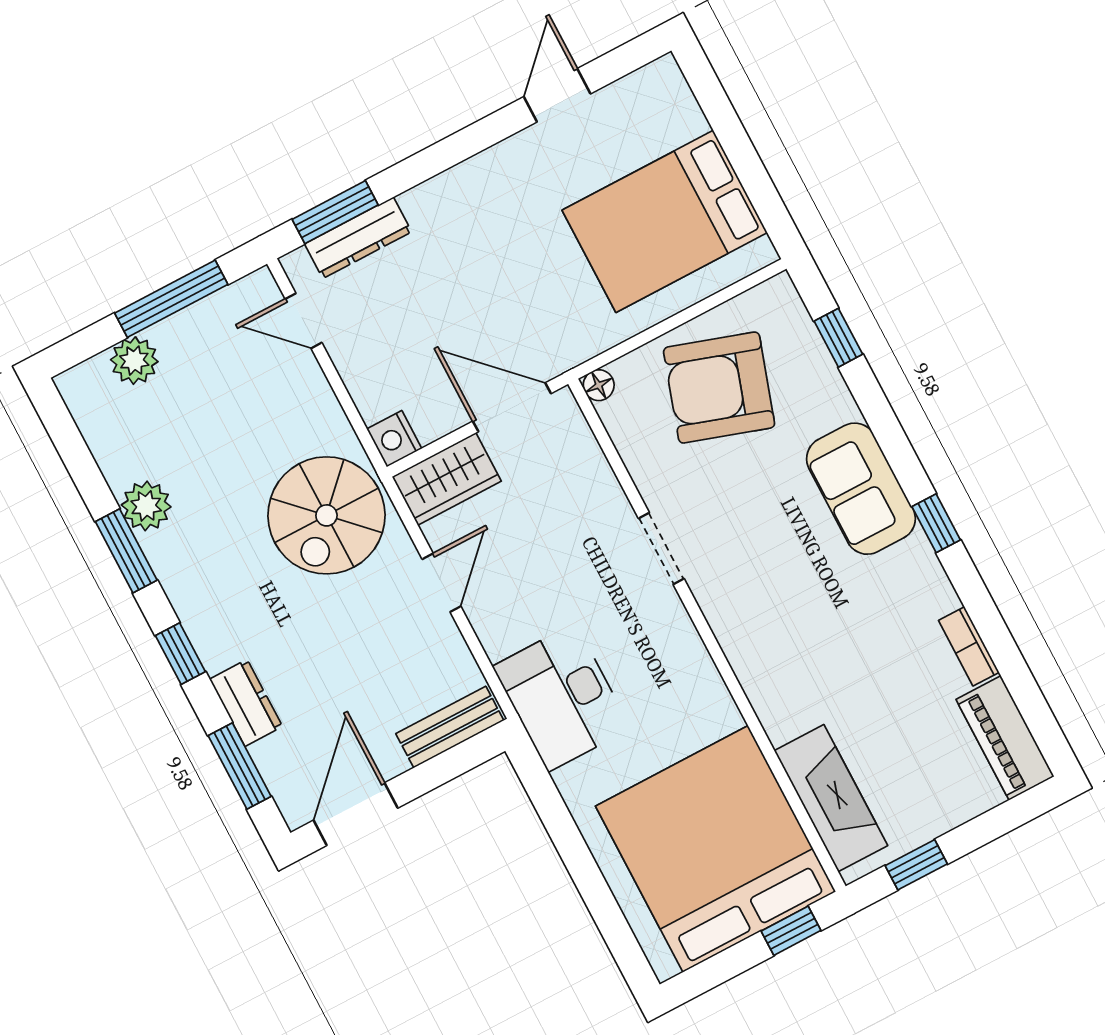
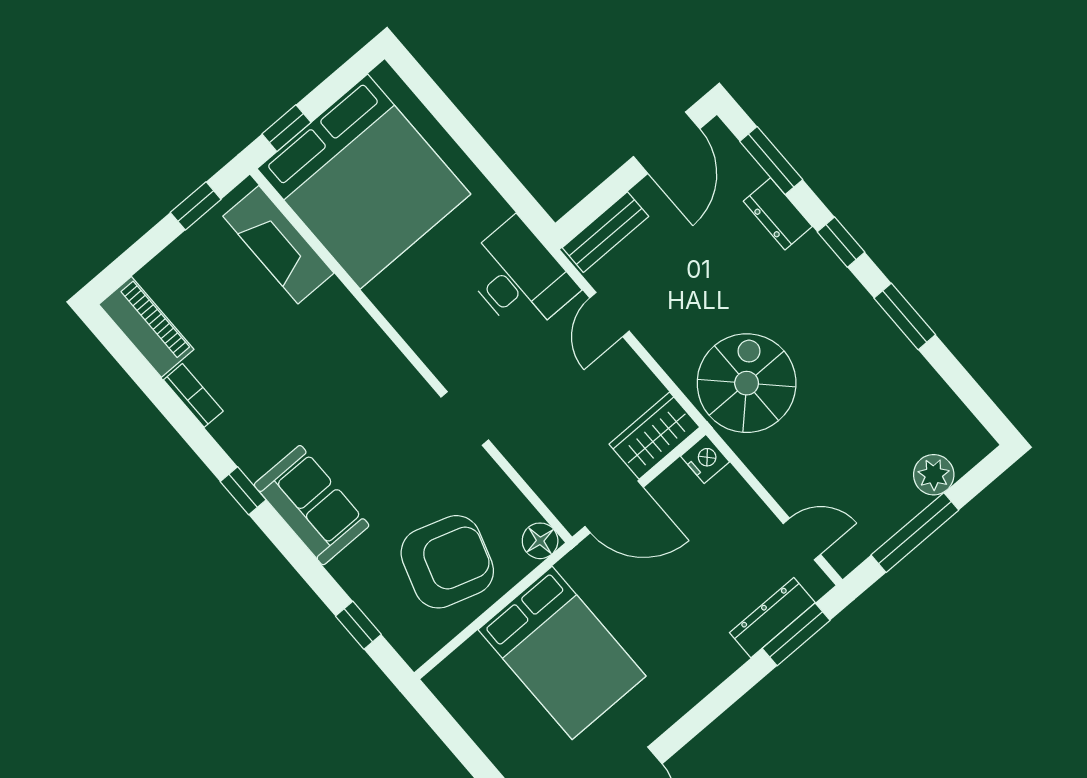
bed: (665, 221) -> (562, 653), moved, turned 90
floor lamp: (599, 385) -> (540, 541), width x1.37, depth x1.37
plant: (146, 506) -> (897, 357), removed
door: (442, 583) -> (609, 314), moved

